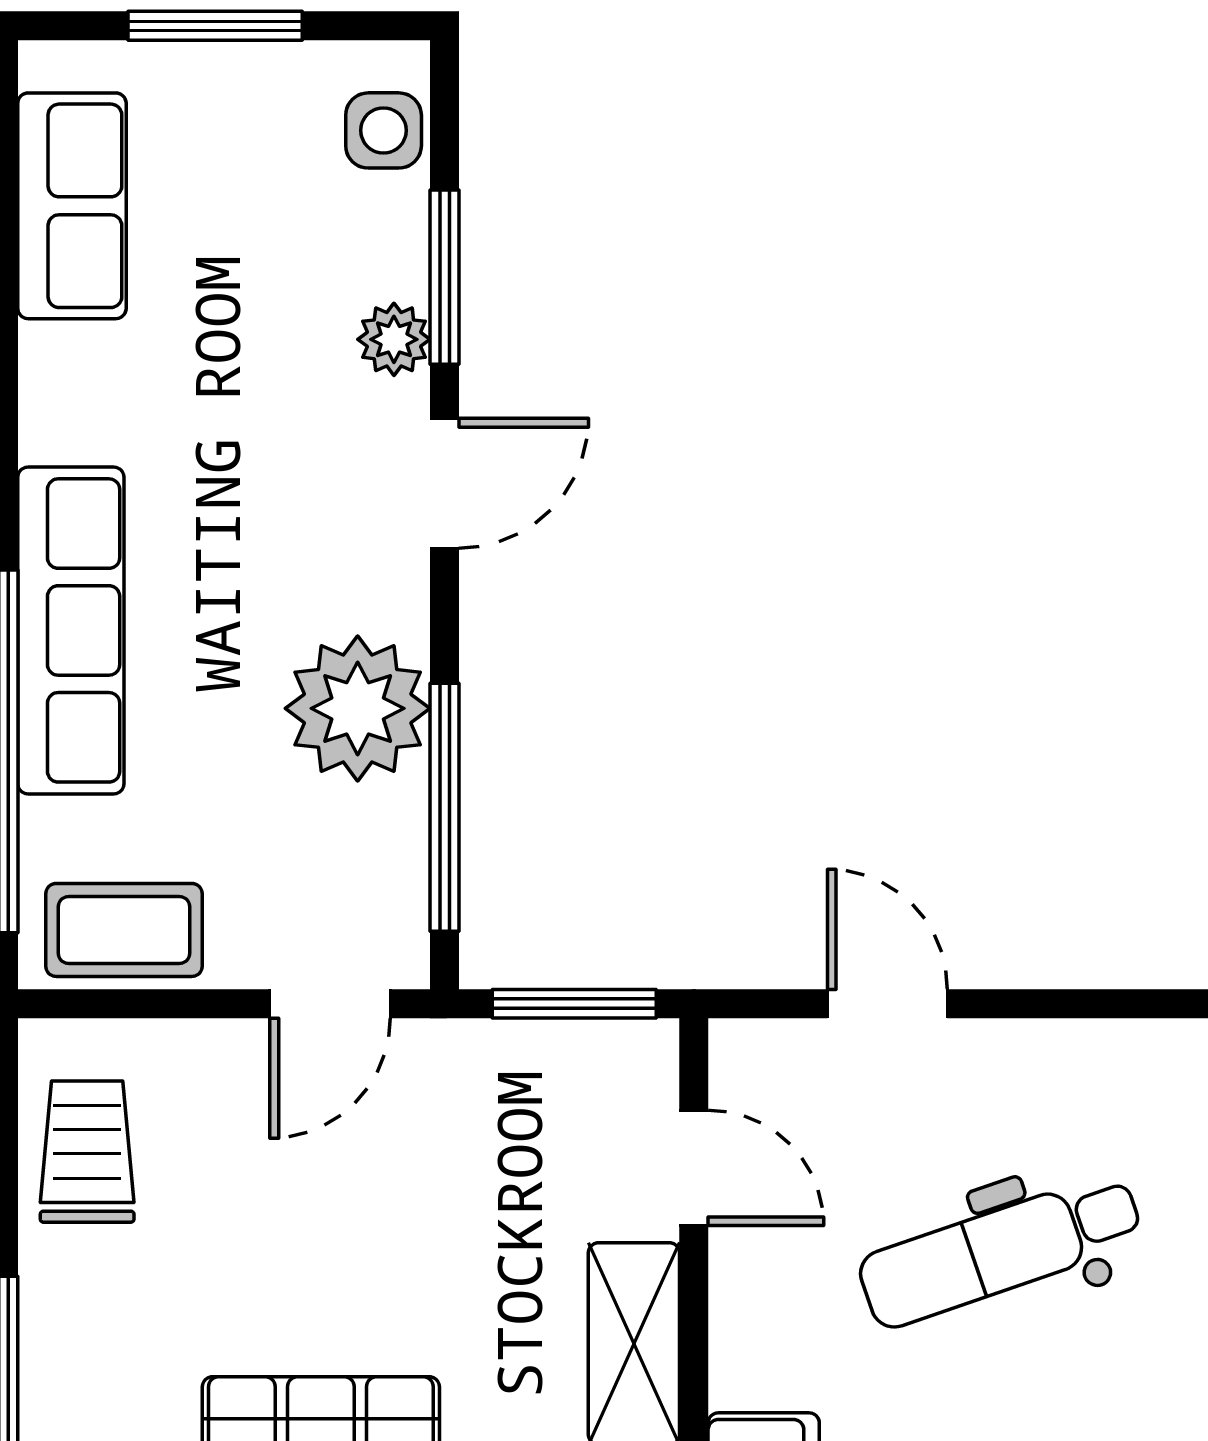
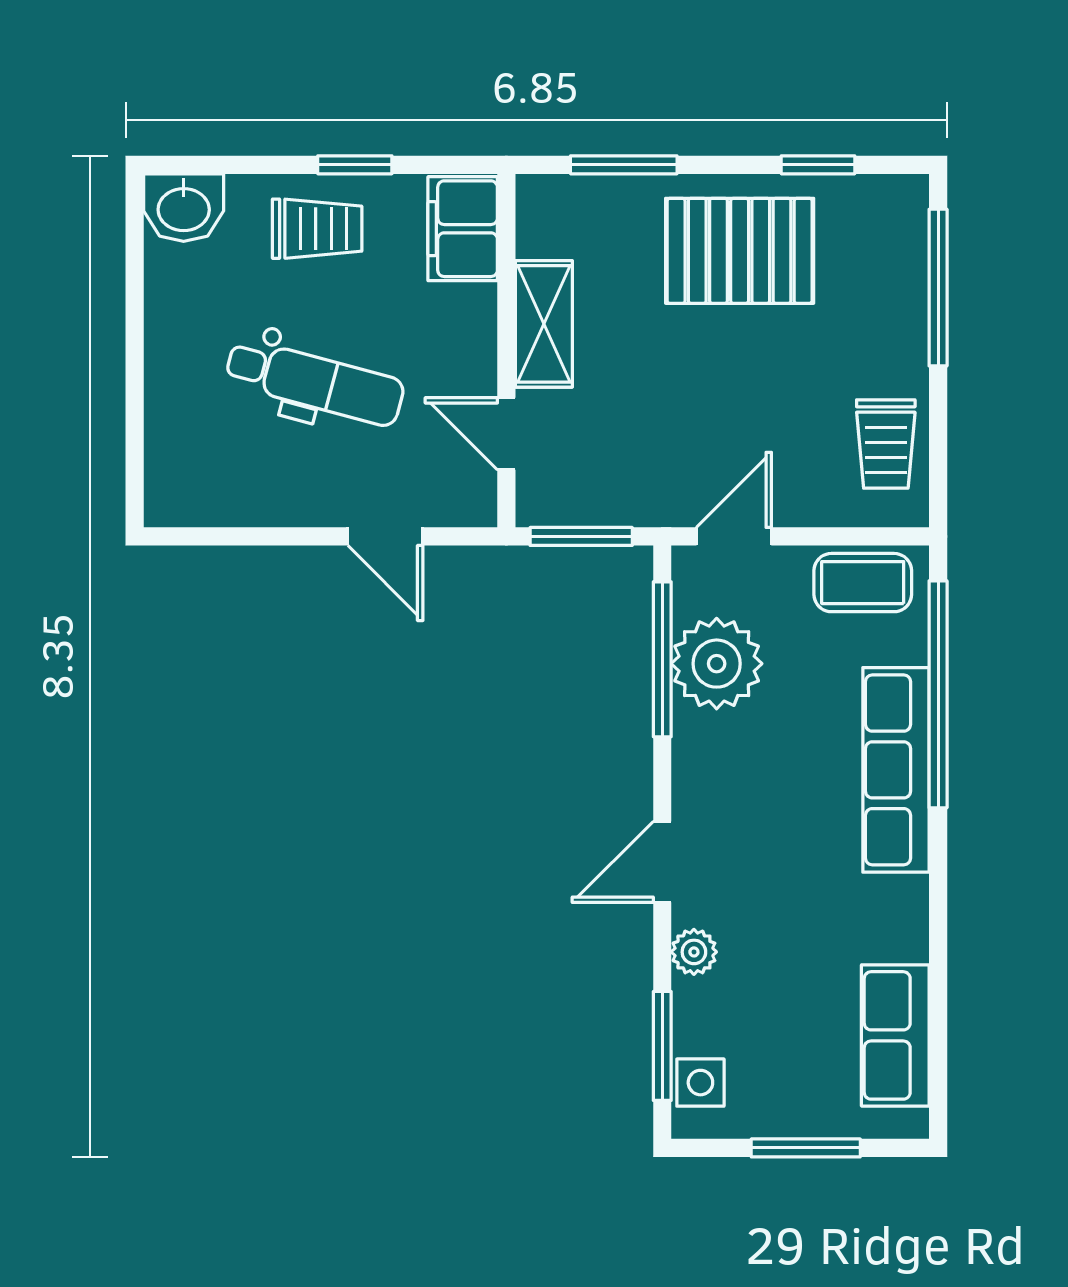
window: (445, 277) -> (662, 1046), moved
plant: (358, 708) -> (717, 664), moved
dental chair: (1000, 1250) -> (315, 382), turned 34

